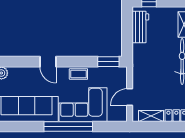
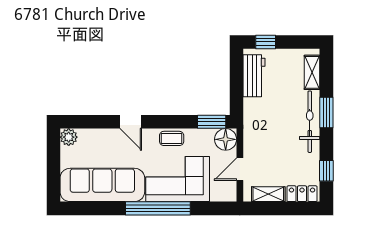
floor lamp: (119, 75) -> (226, 139), added

